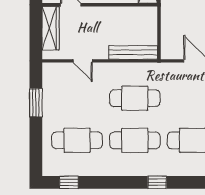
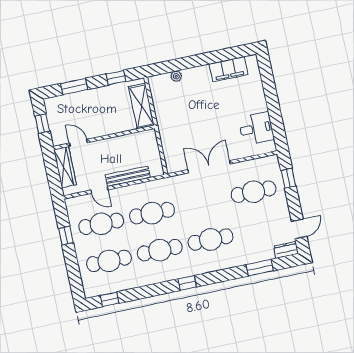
bench: (133, 52) -> (128, 176), moved
cafe table: (77, 98) -> (101, 224), added
window: (36, 103) -> (66, 235), width x0.67

